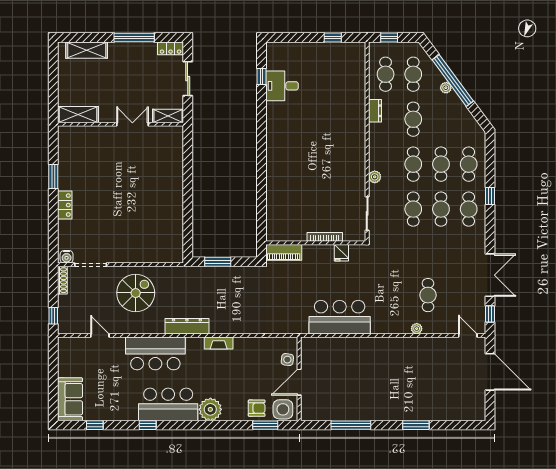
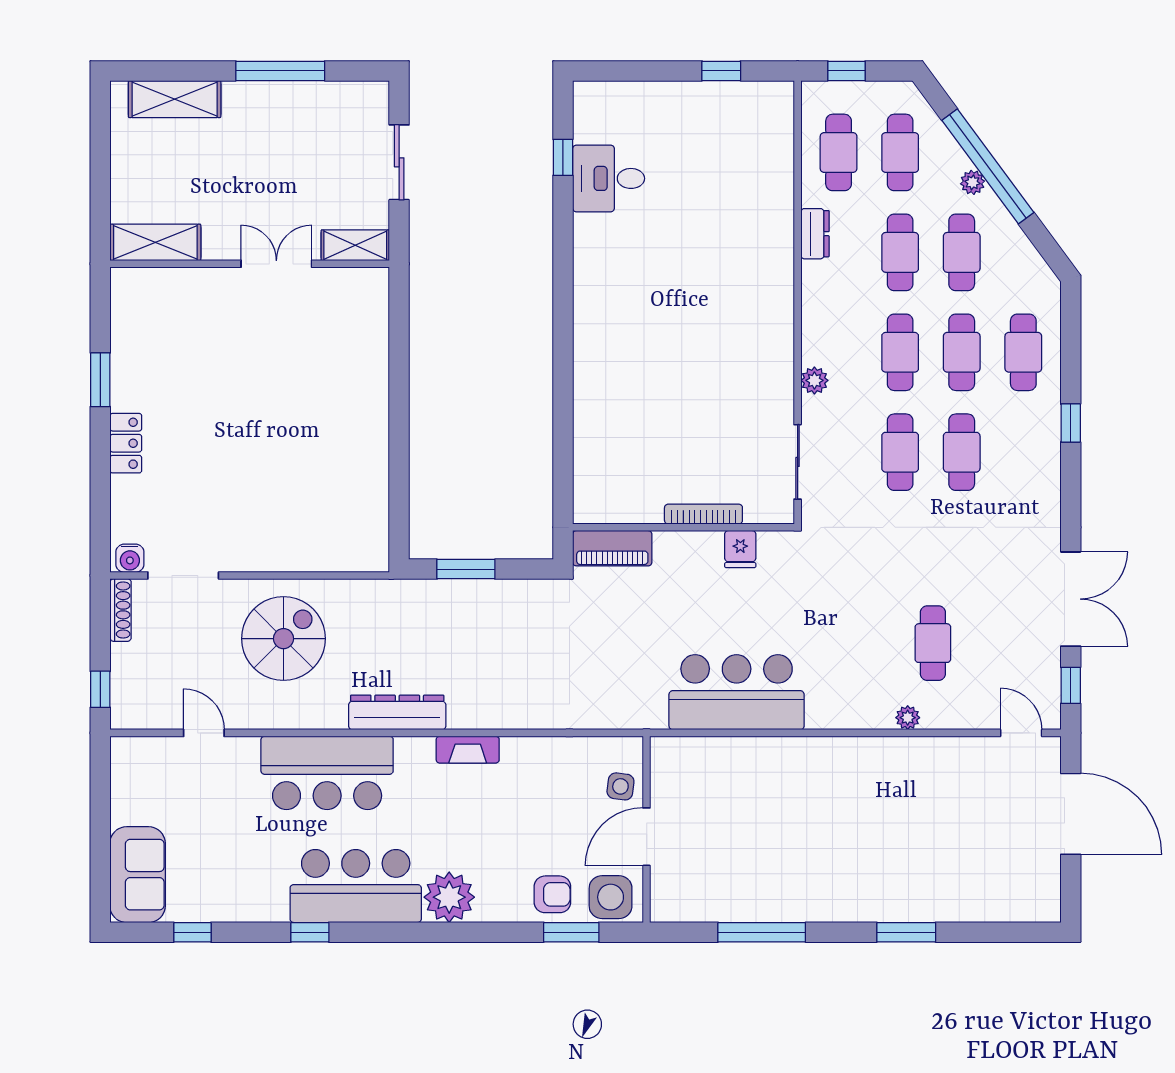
locker: (171, 48) -> (361, 95), removed
cafe table: (469, 209) -> (962, 252), moved

